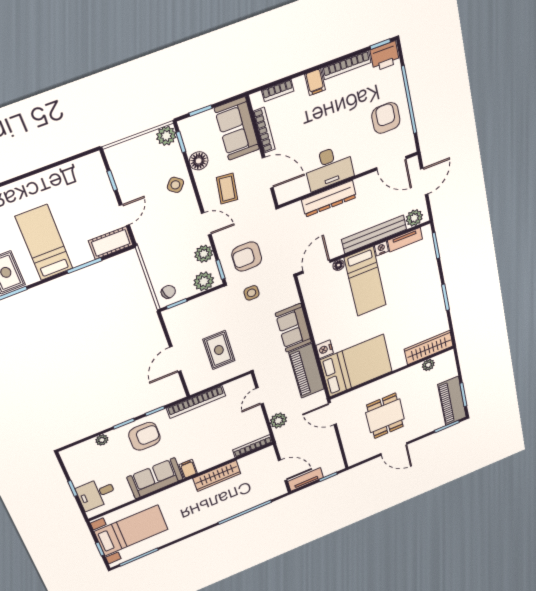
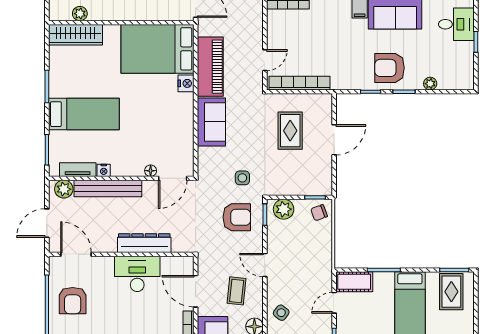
plant: (204, 254) -> (276, 237), removed
bed: (365, 282) -> (84, 114), moved, turned 90
bookcase: (196, 402) -> (300, 83), moved
plant: (278, 421) -> (254, 22), removed

